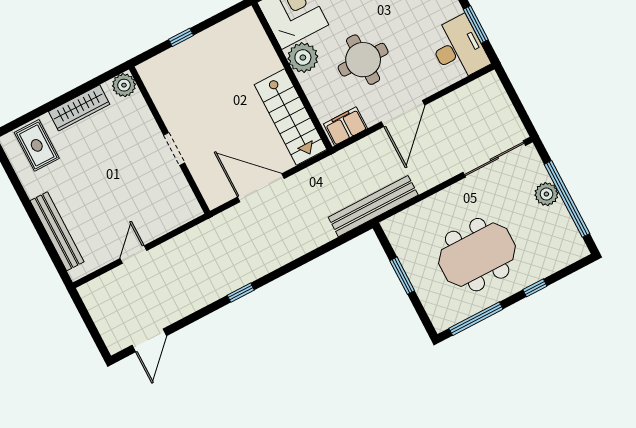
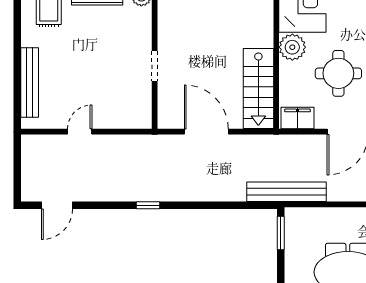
window: (402, 276) -> (281, 233), moved

